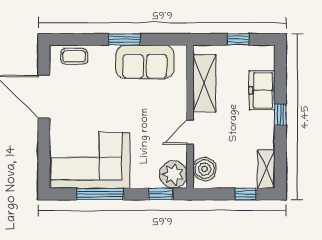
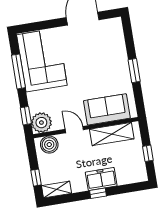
coffee table: (74, 56) -> (116, 36), removed
sofa: (145, 62) -> (107, 109), moved, turned 90
freezer: (262, 90) -> (101, 179), moved

